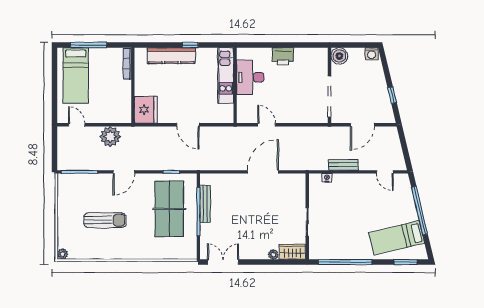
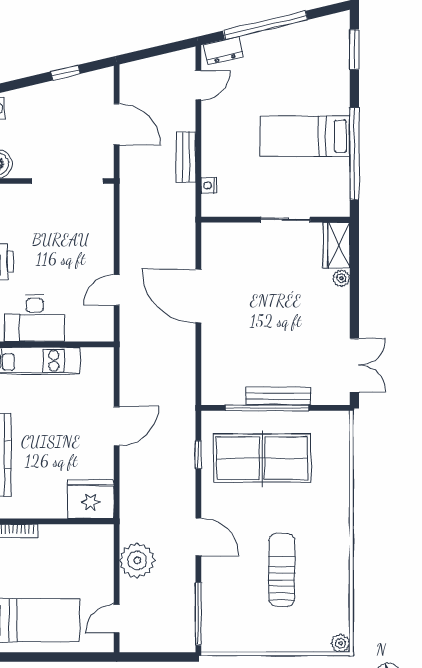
dresser: (405, 186) -> (223, 50), added
bench: (205, 204) -> (279, 396), moved
bed: (397, 238) -> (305, 136), moved, turned 103
double door: (223, 262) -> (354, 365), swing flipped

